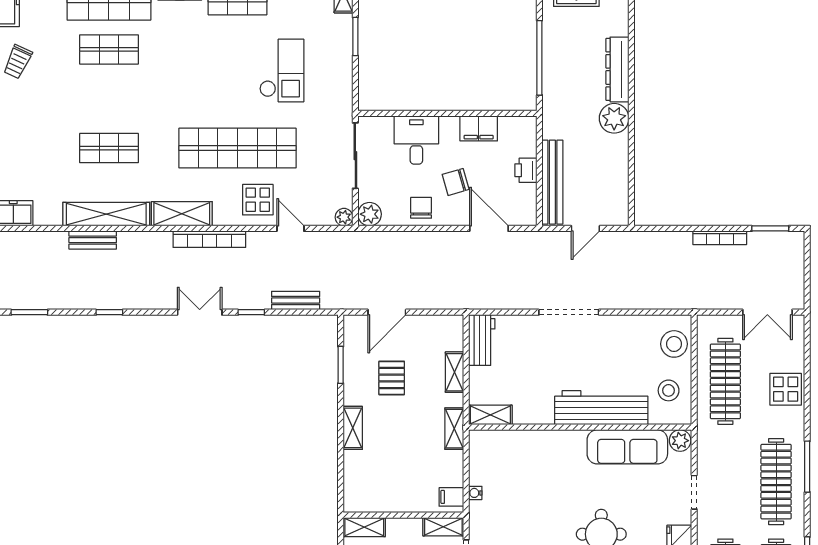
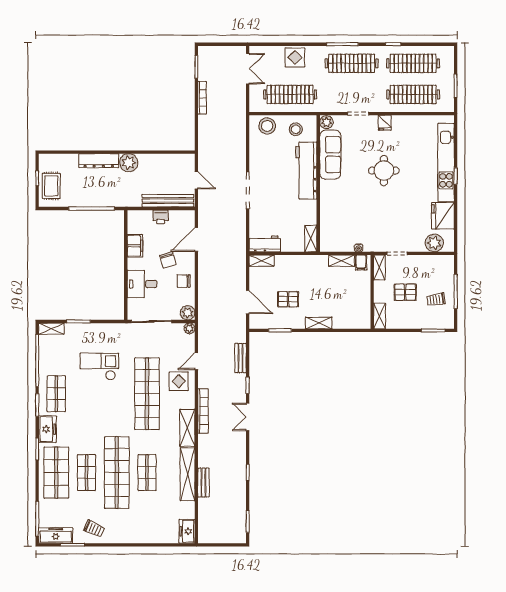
shop shelf: (109, 99) -> (117, 473), added
shelving: (455, 372) -> (262, 261), moved
shelving: (454, 429) -> (342, 261), moved

